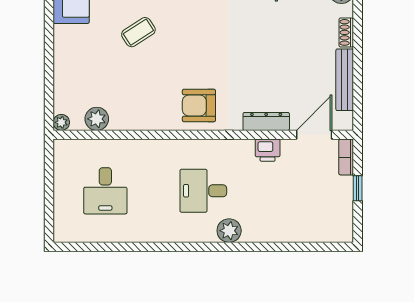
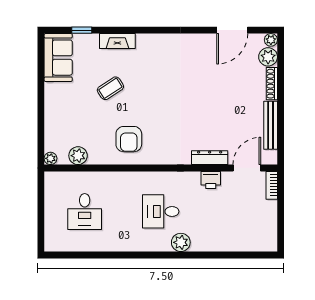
shoe rack: (346, 32) -> (272, 84), width x1.43
armchair: (199, 105) -> (129, 139), moved, turned -90
window: (358, 188) -> (281, 209), removed

